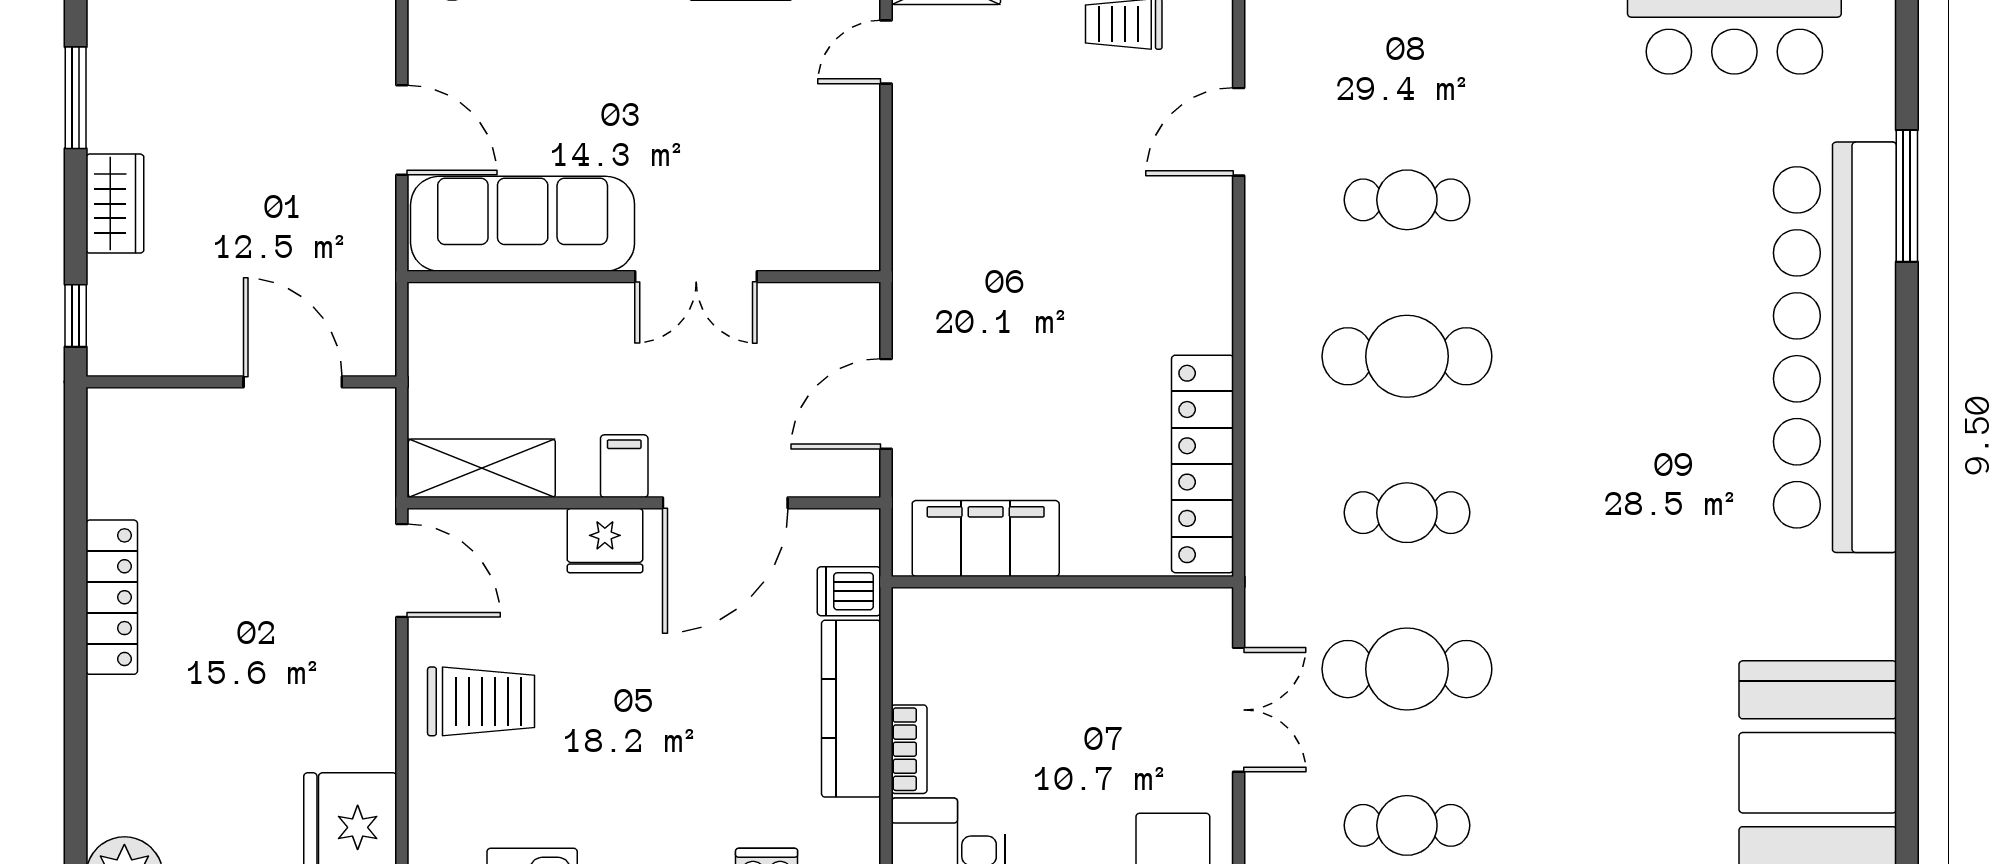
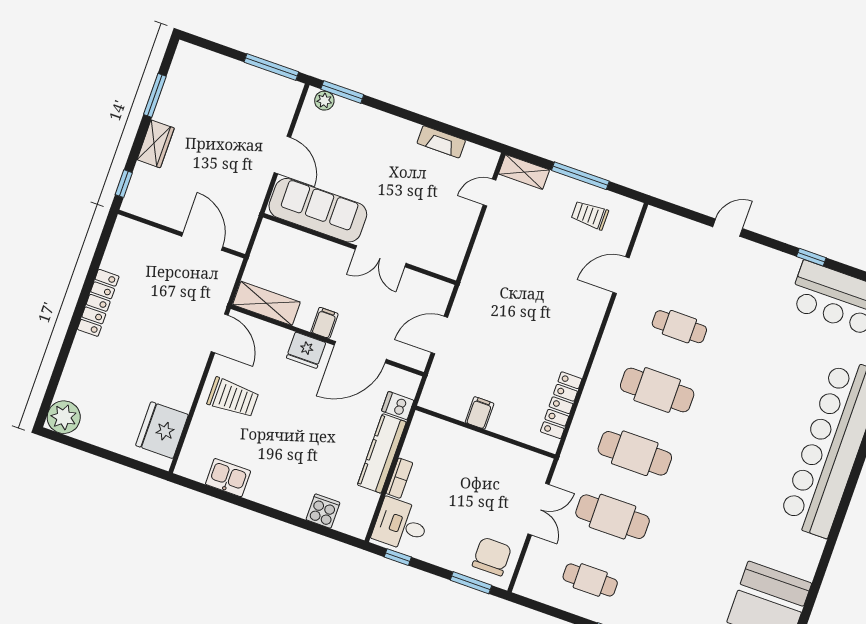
locker: (1203, 464) -> (561, 405), width x0.71, depth x0.83
cafe table: (1407, 513) -> (635, 453), width x1.37, depth x1.35
filing cabinet: (986, 538) -> (480, 413), width x0.33, depth x0.86

